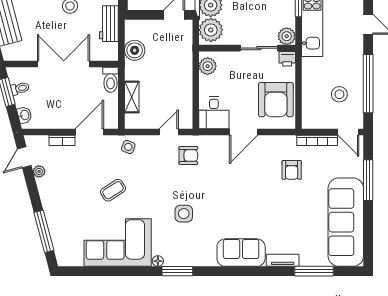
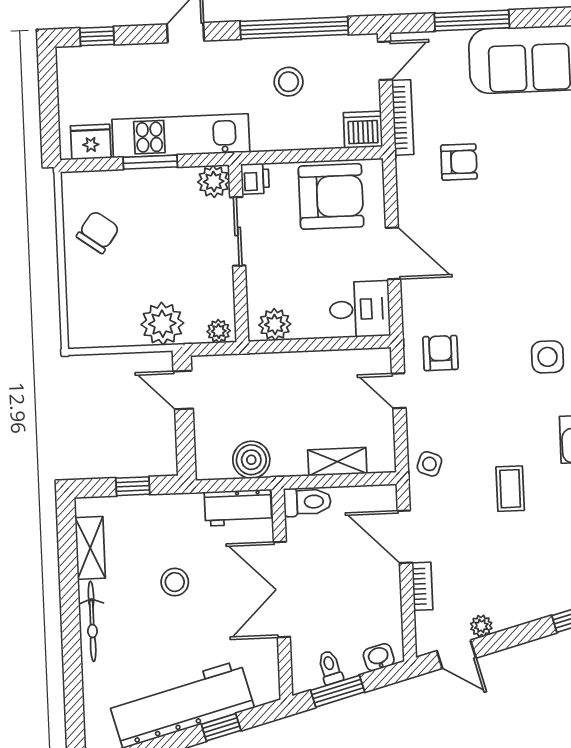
workbench: (109, 24) -> (238, 508), moved
plant: (211, 30) -> (219, 331), width x0.53, depth x0.53
stool: (339, 94) -> (289, 82), moved
dishwasher: (311, 119) -> (363, 130), added
coffee table: (113, 190) -> (510, 489), turned 33

